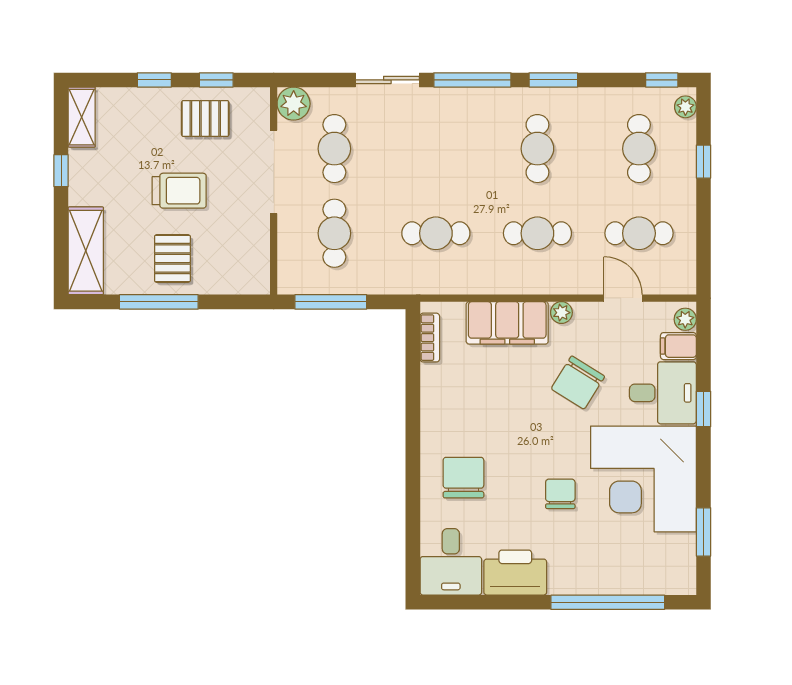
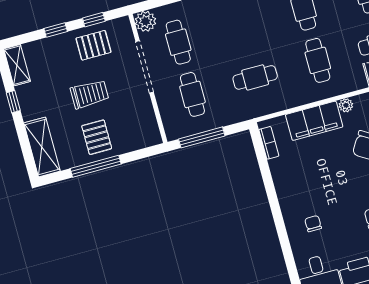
cafe table: (537, 233) -> (318, 60), turned 90
chair: (463, 478) -> (313, 224), width x0.54, depth x0.54

